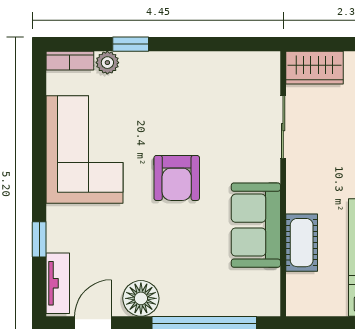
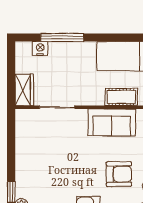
armchair: (177, 178) -> (119, 174), moved

